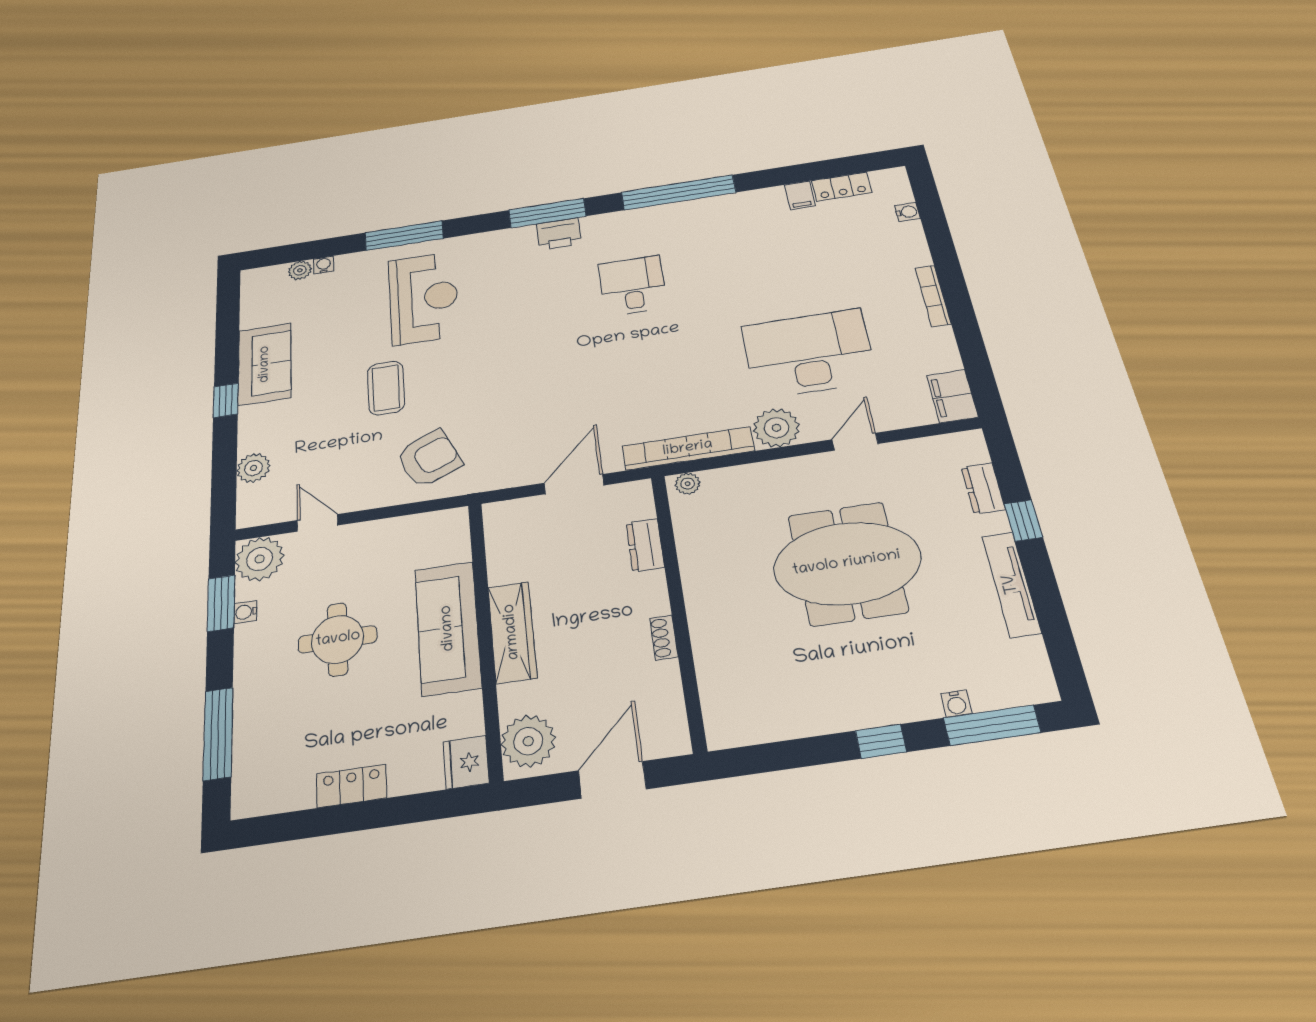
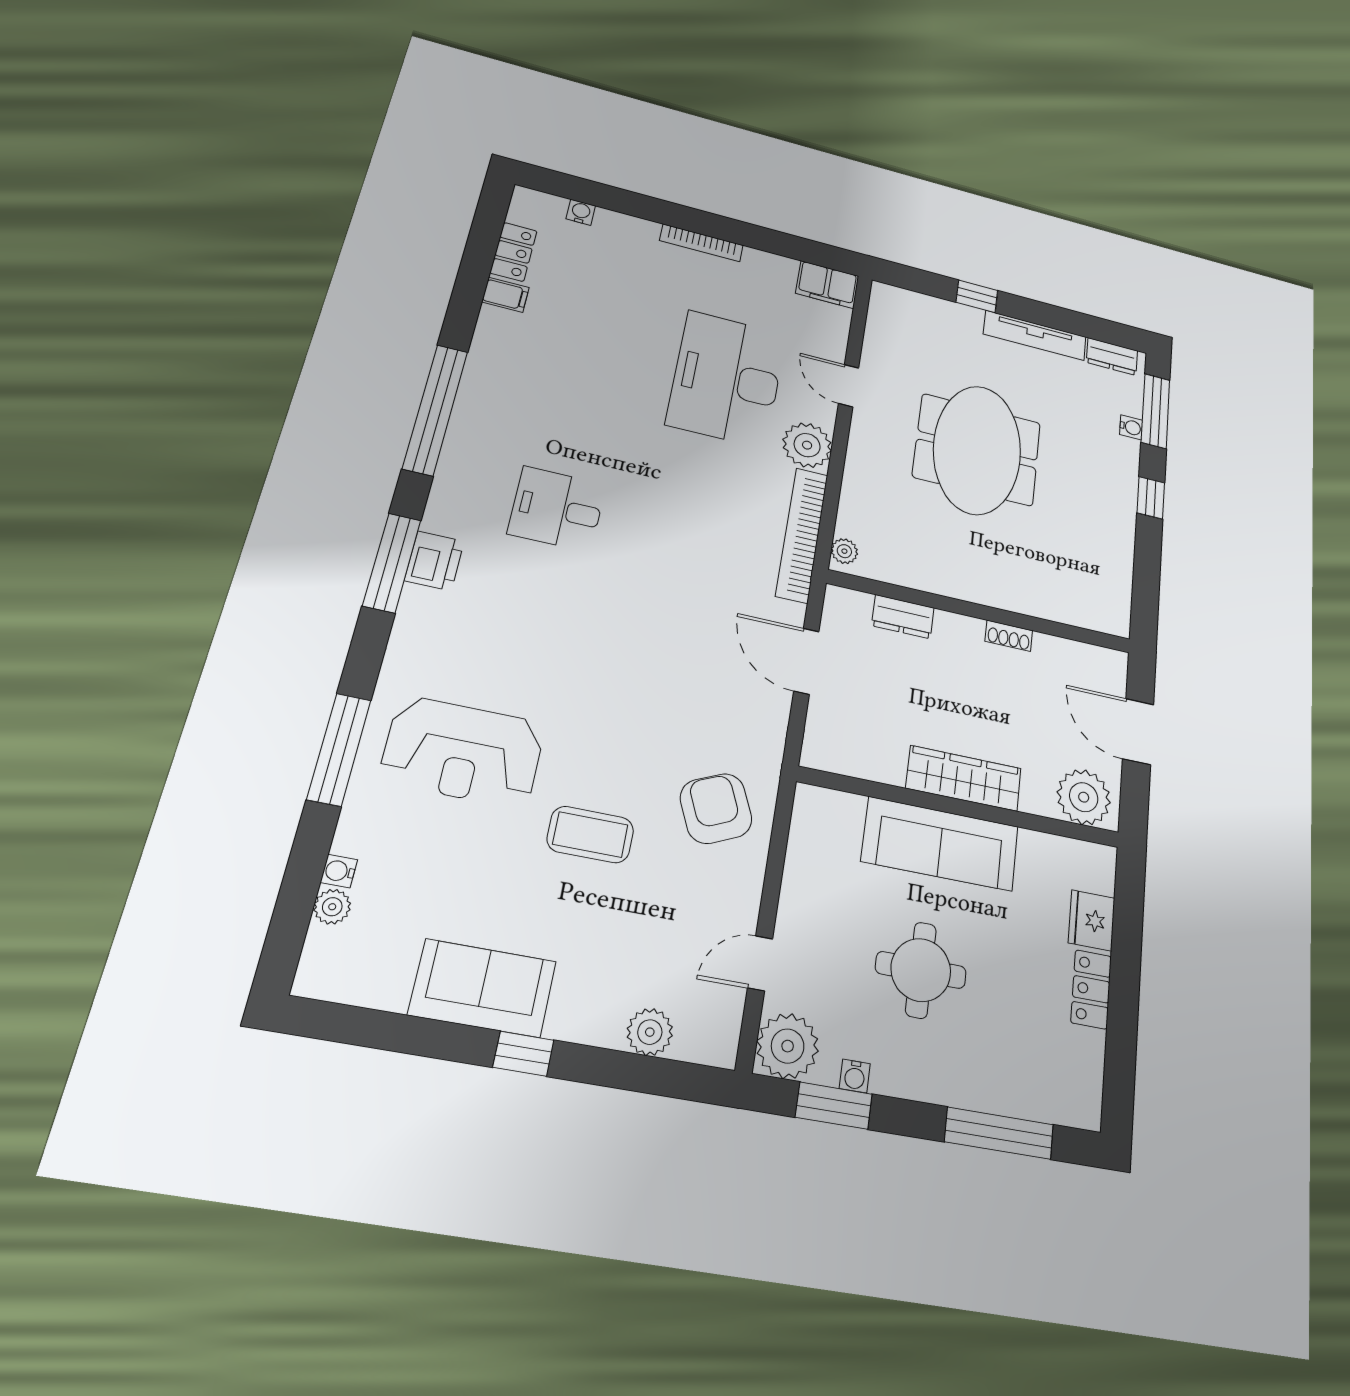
reception desk: (424, 298) -> (463, 752), turned 180
dresser: (983, 488) -> (1112, 356), moved
fridge: (466, 762) -> (1092, 920), moved, turned 90

